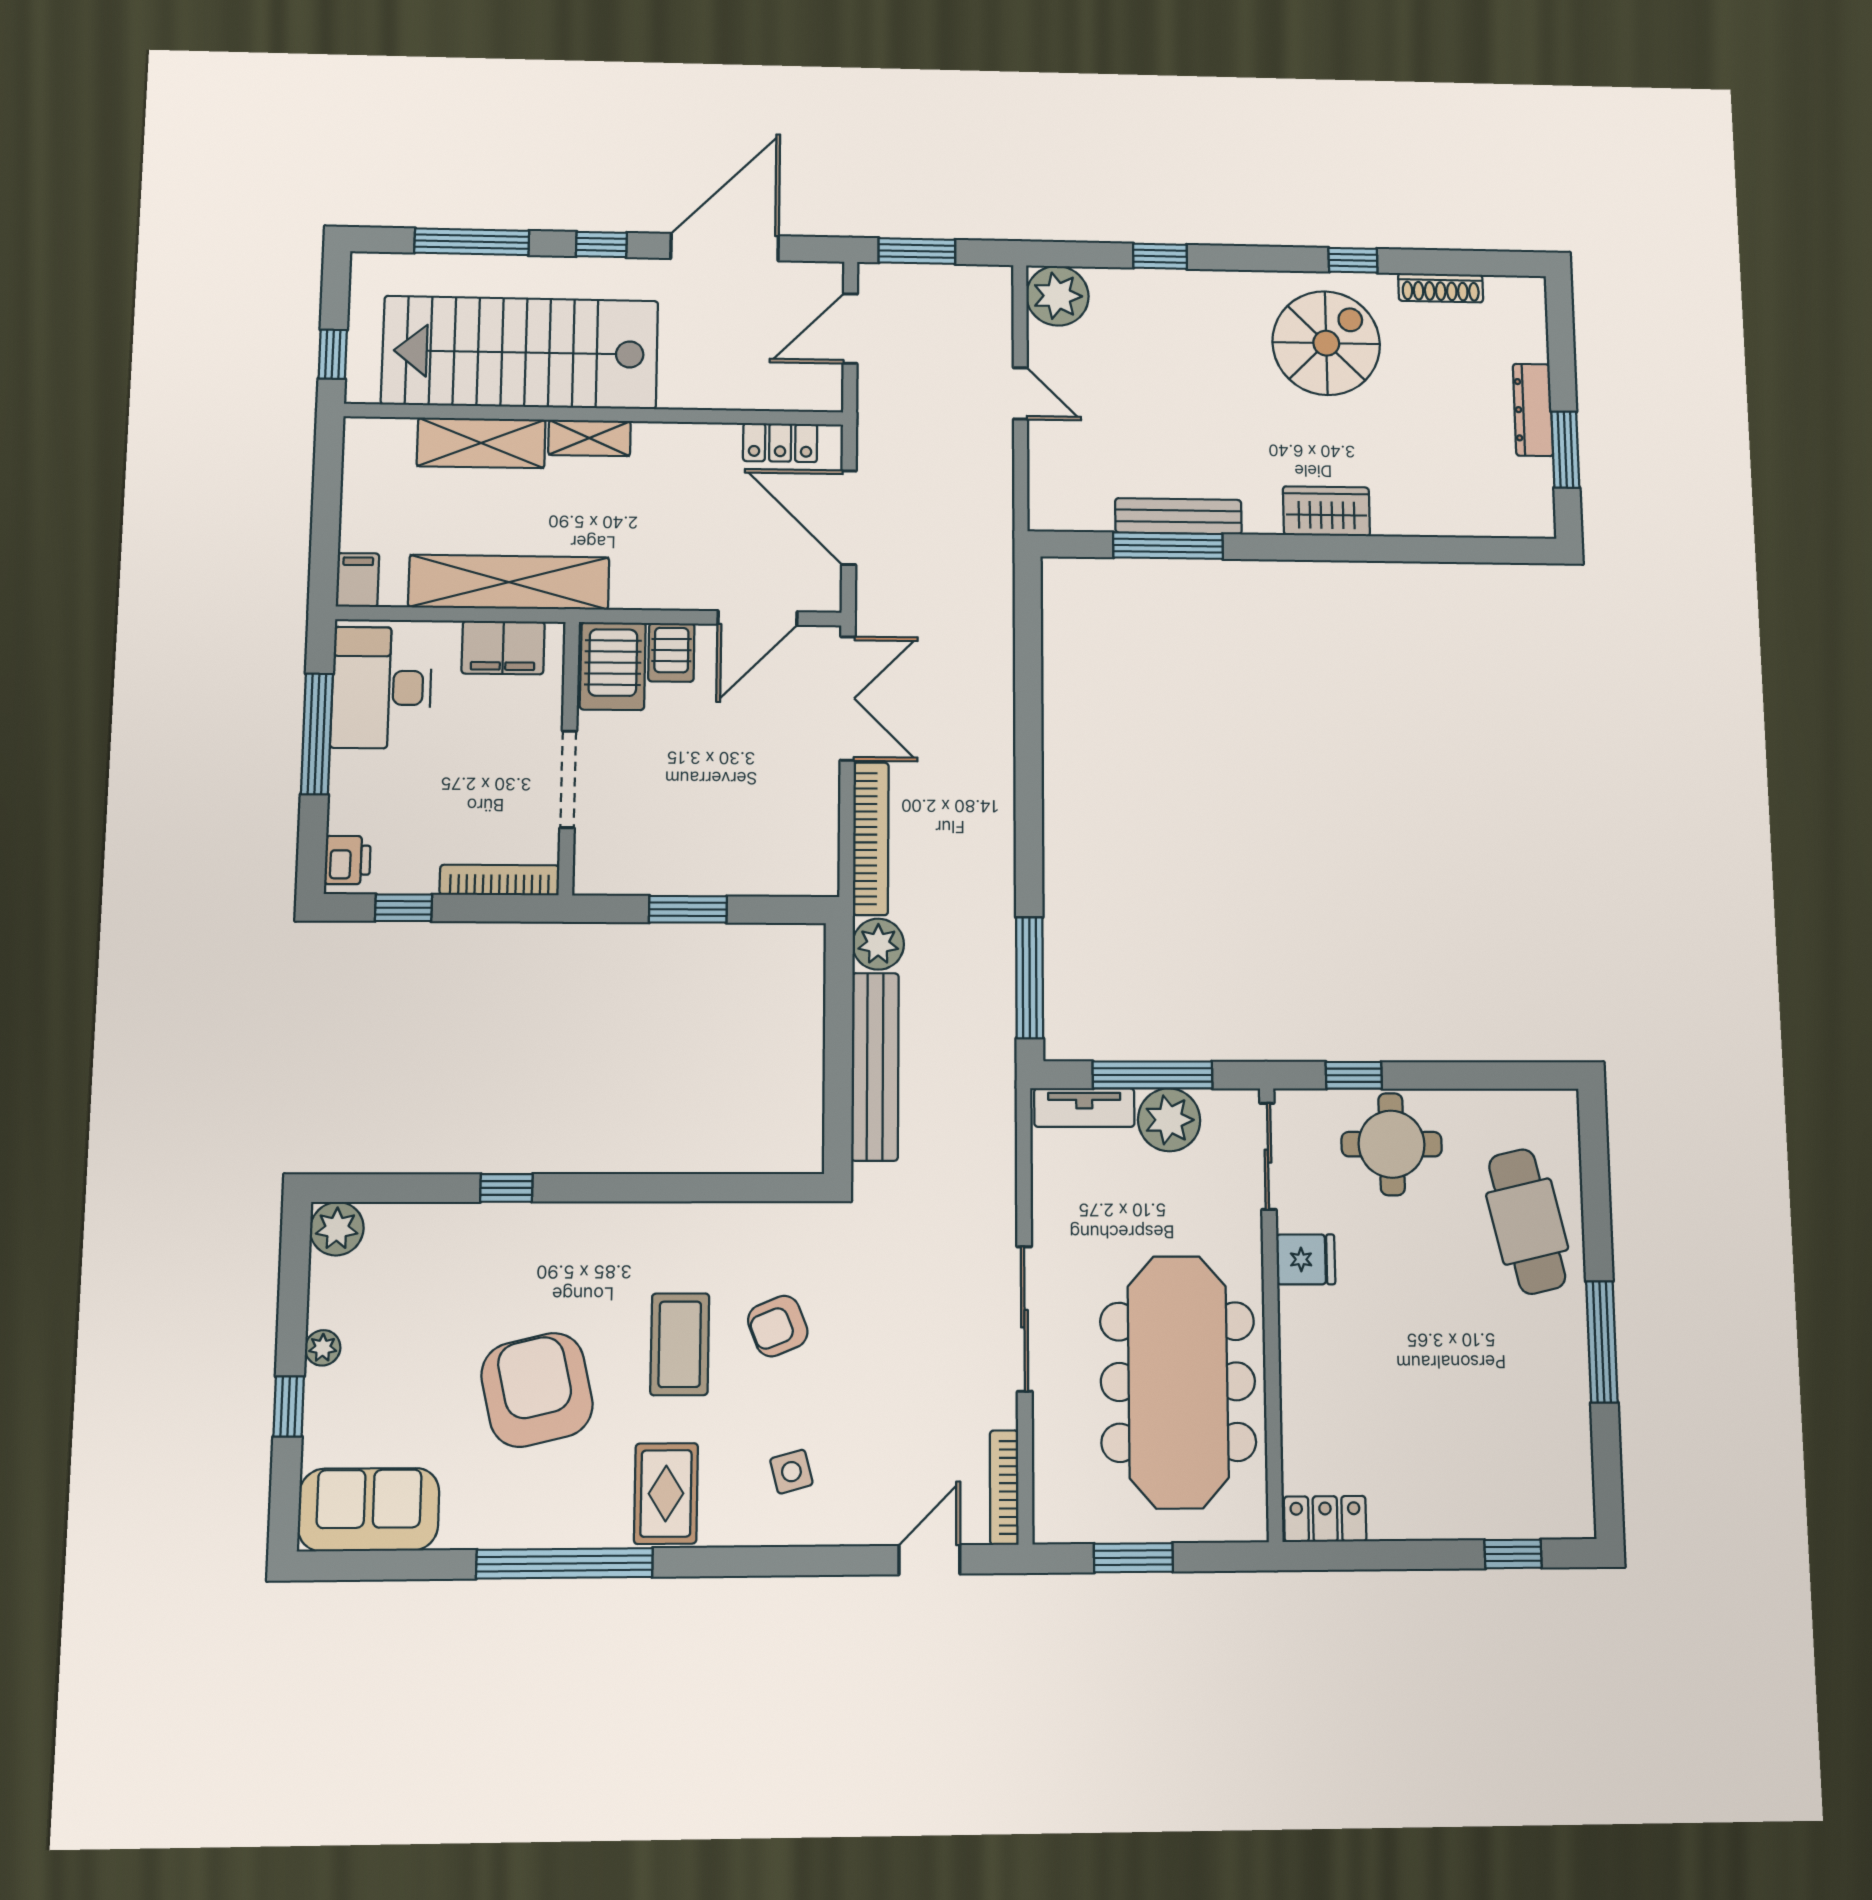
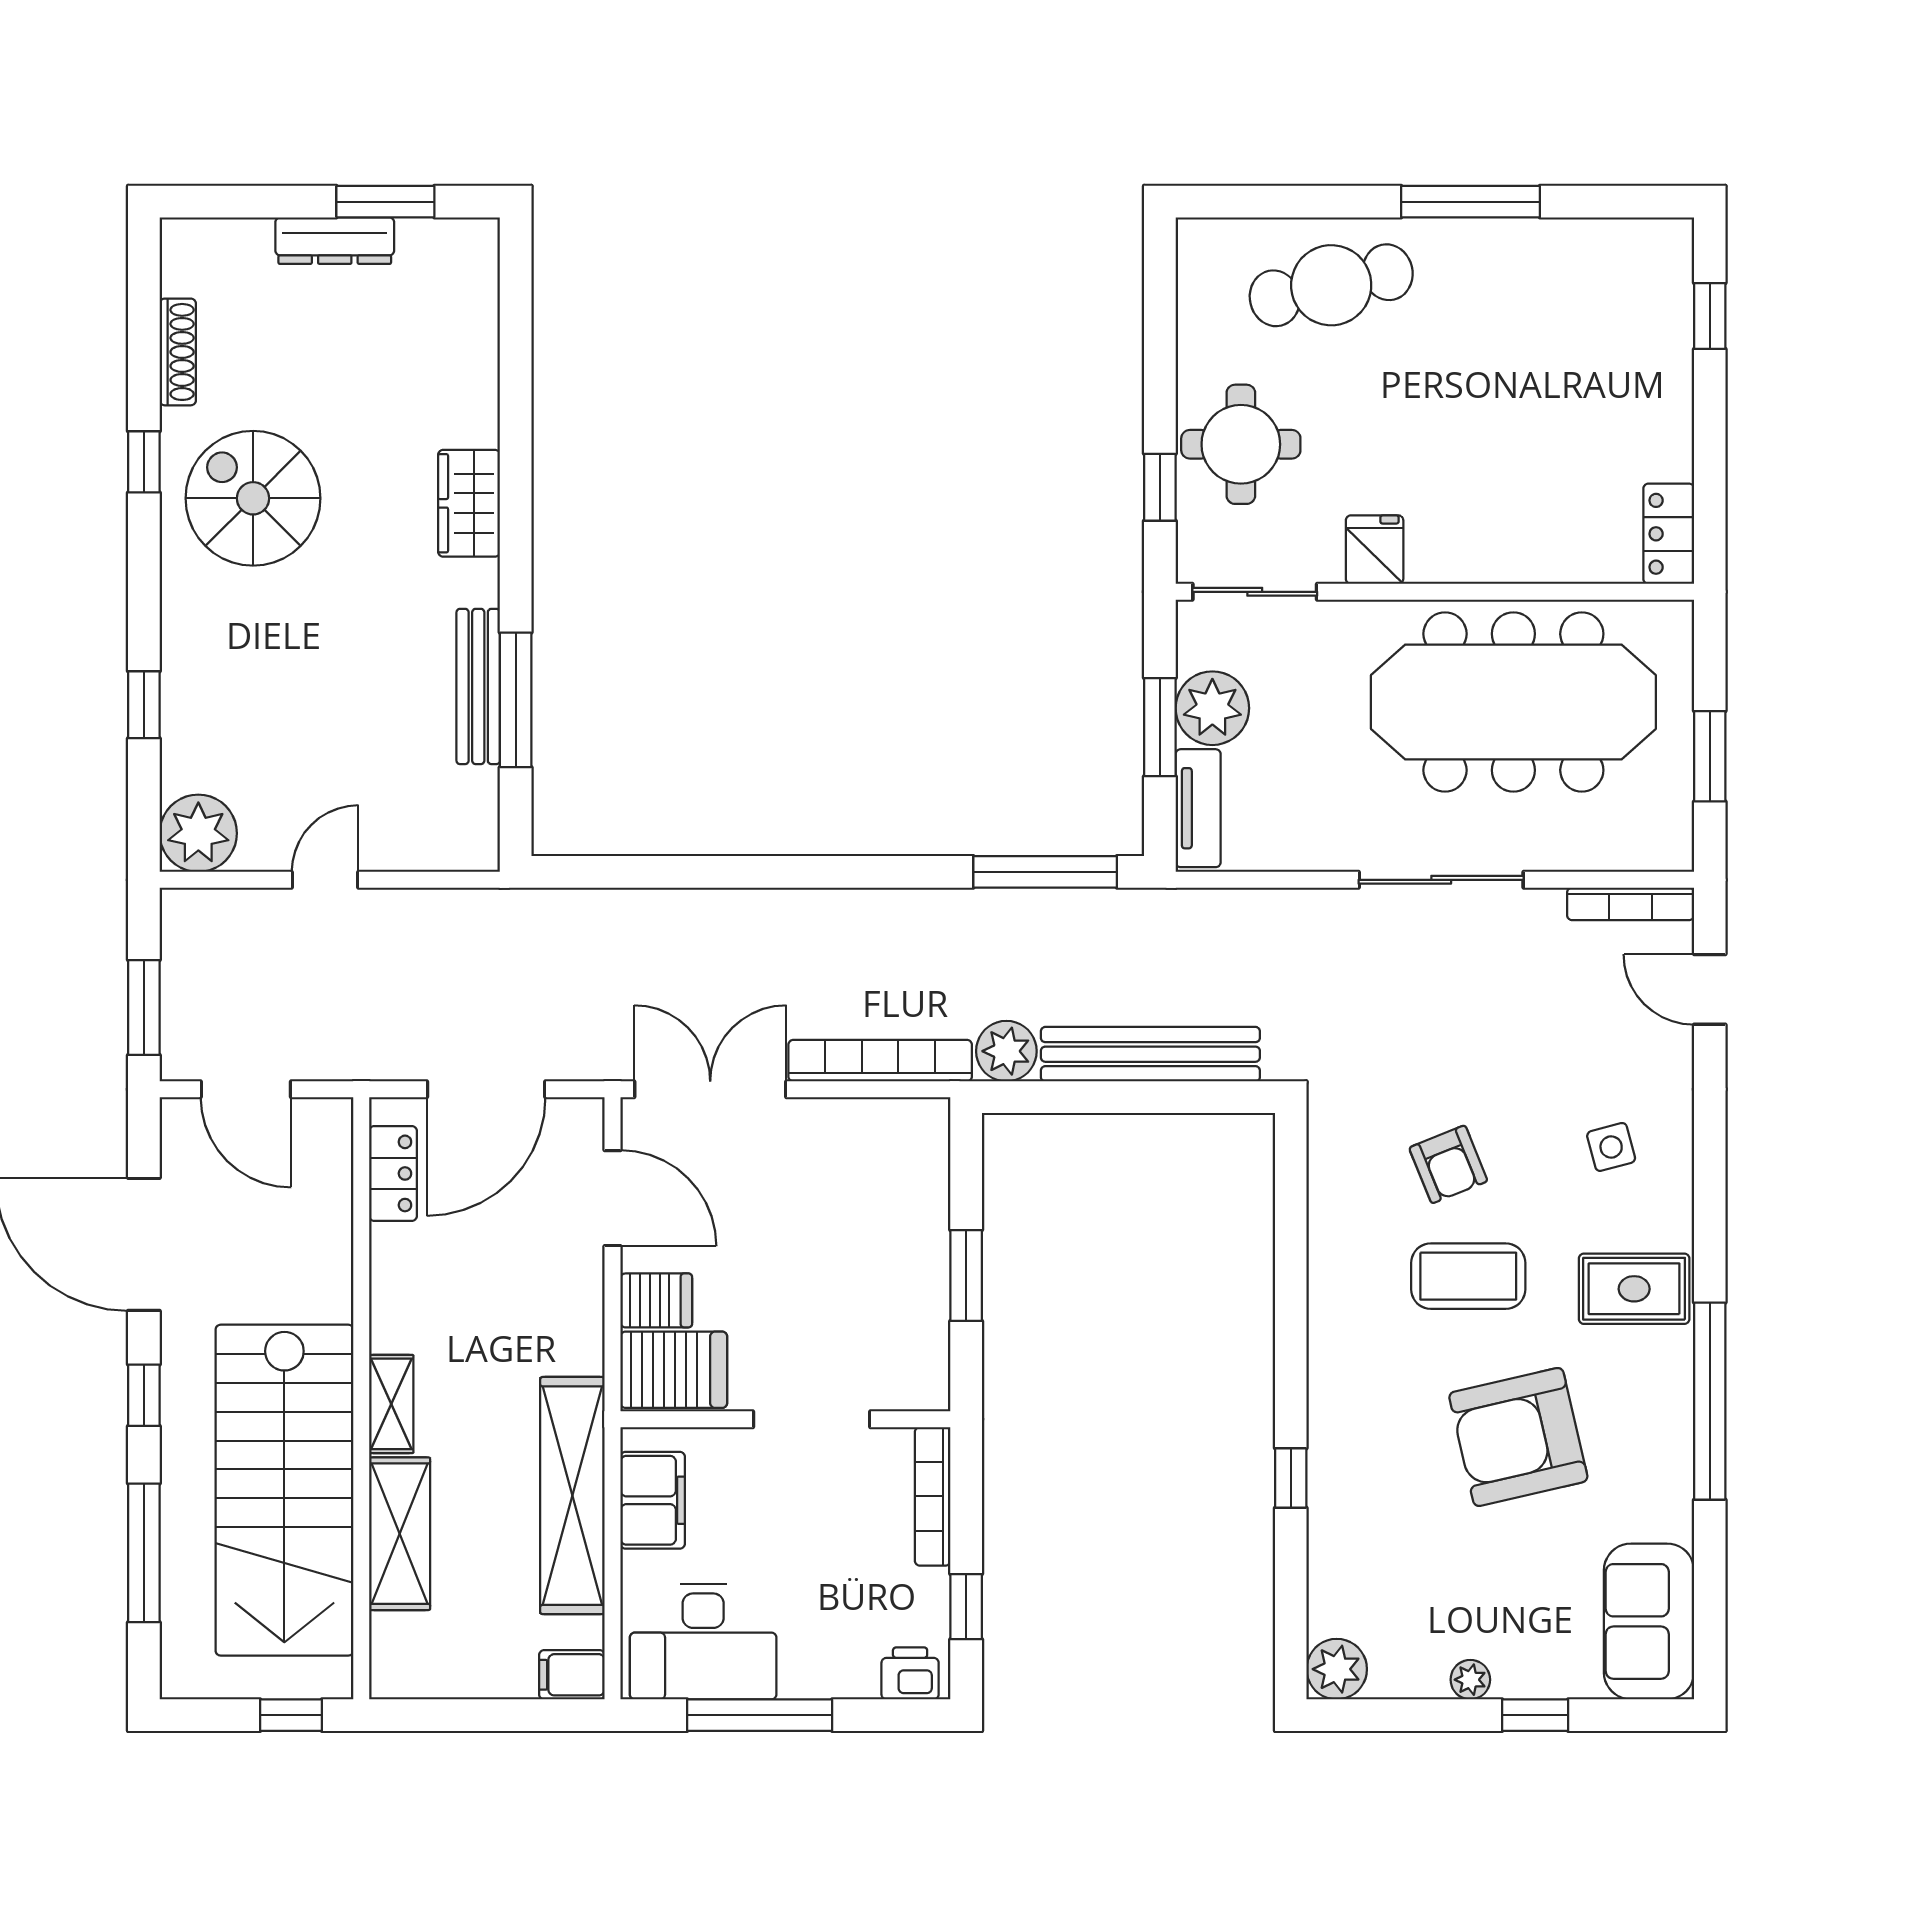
window: (1153, 1075) -> (1160, 727), width x0.69

